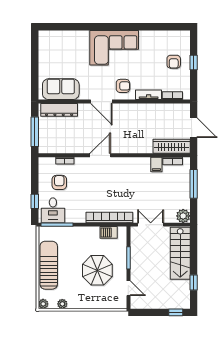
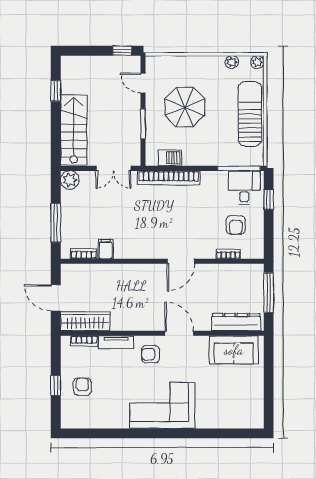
wardrobe: (172, 146) -> (85, 321), moved, turned 180
sun lounger: (49, 265) -> (250, 114), turned 180
window: (176, 312) -> (122, 51), moved

